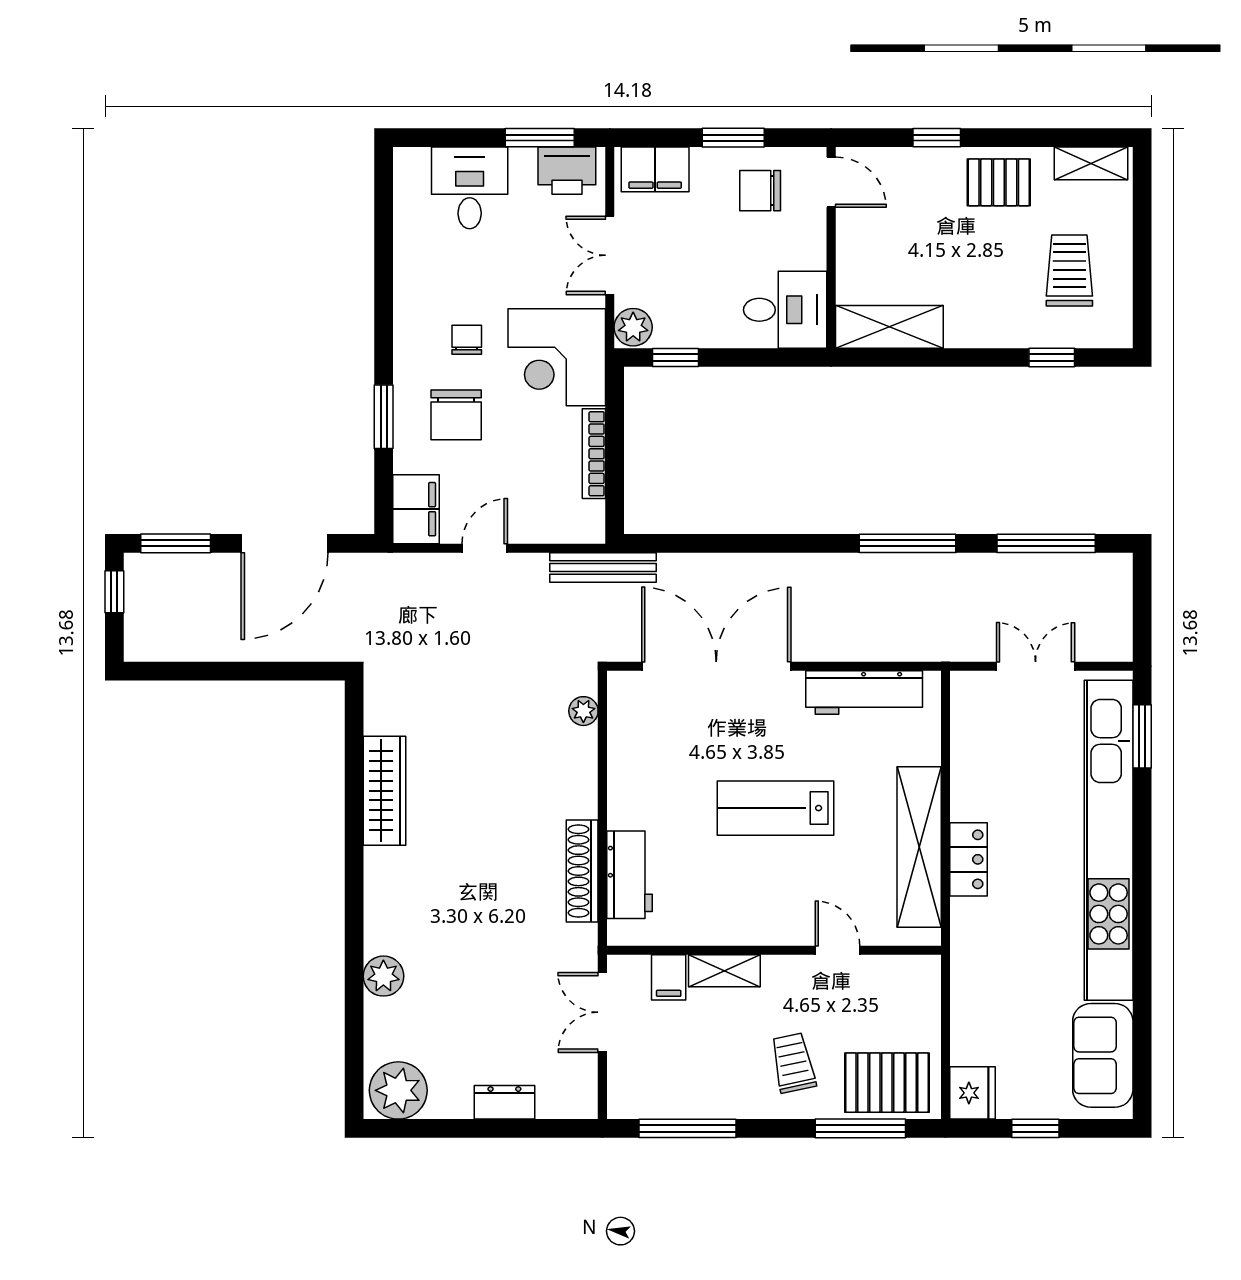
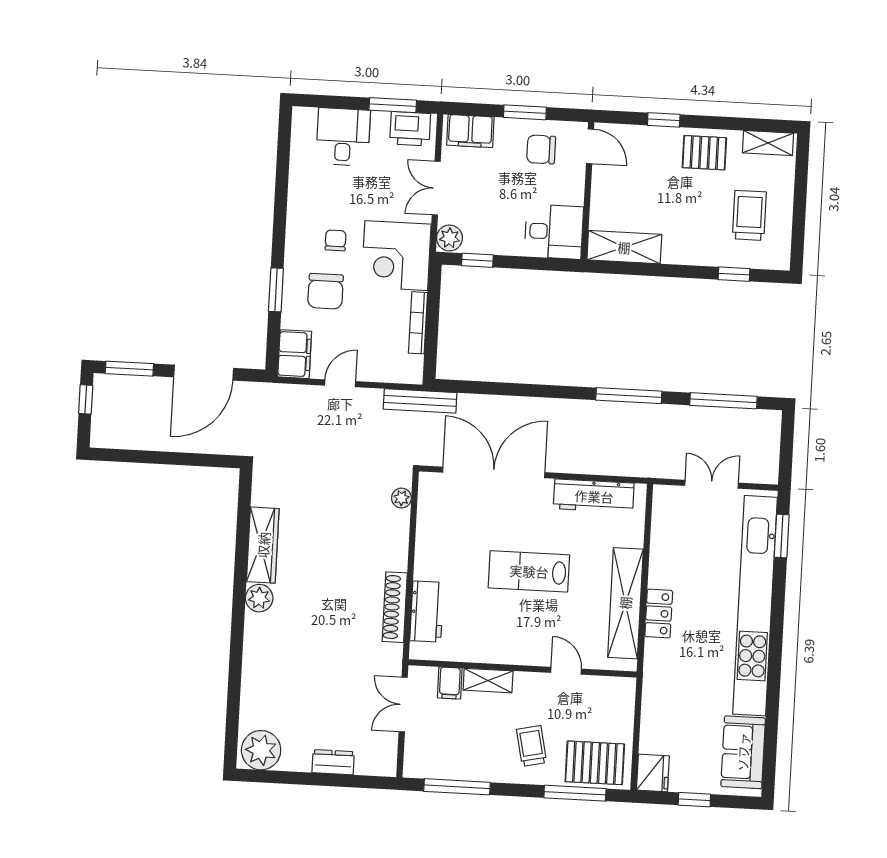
plant: (383, 976) -> (259, 598), moved

